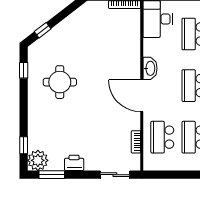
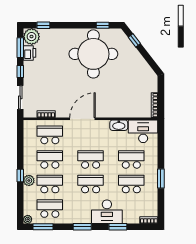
washbasin: (150, 68) -> (119, 125), moved
round table: (60, 82) -> (93, 54), width x1.86, depth x1.86
printer: (74, 163) -> (30, 53), moved
window: (82, 175) -> (20, 72), added

